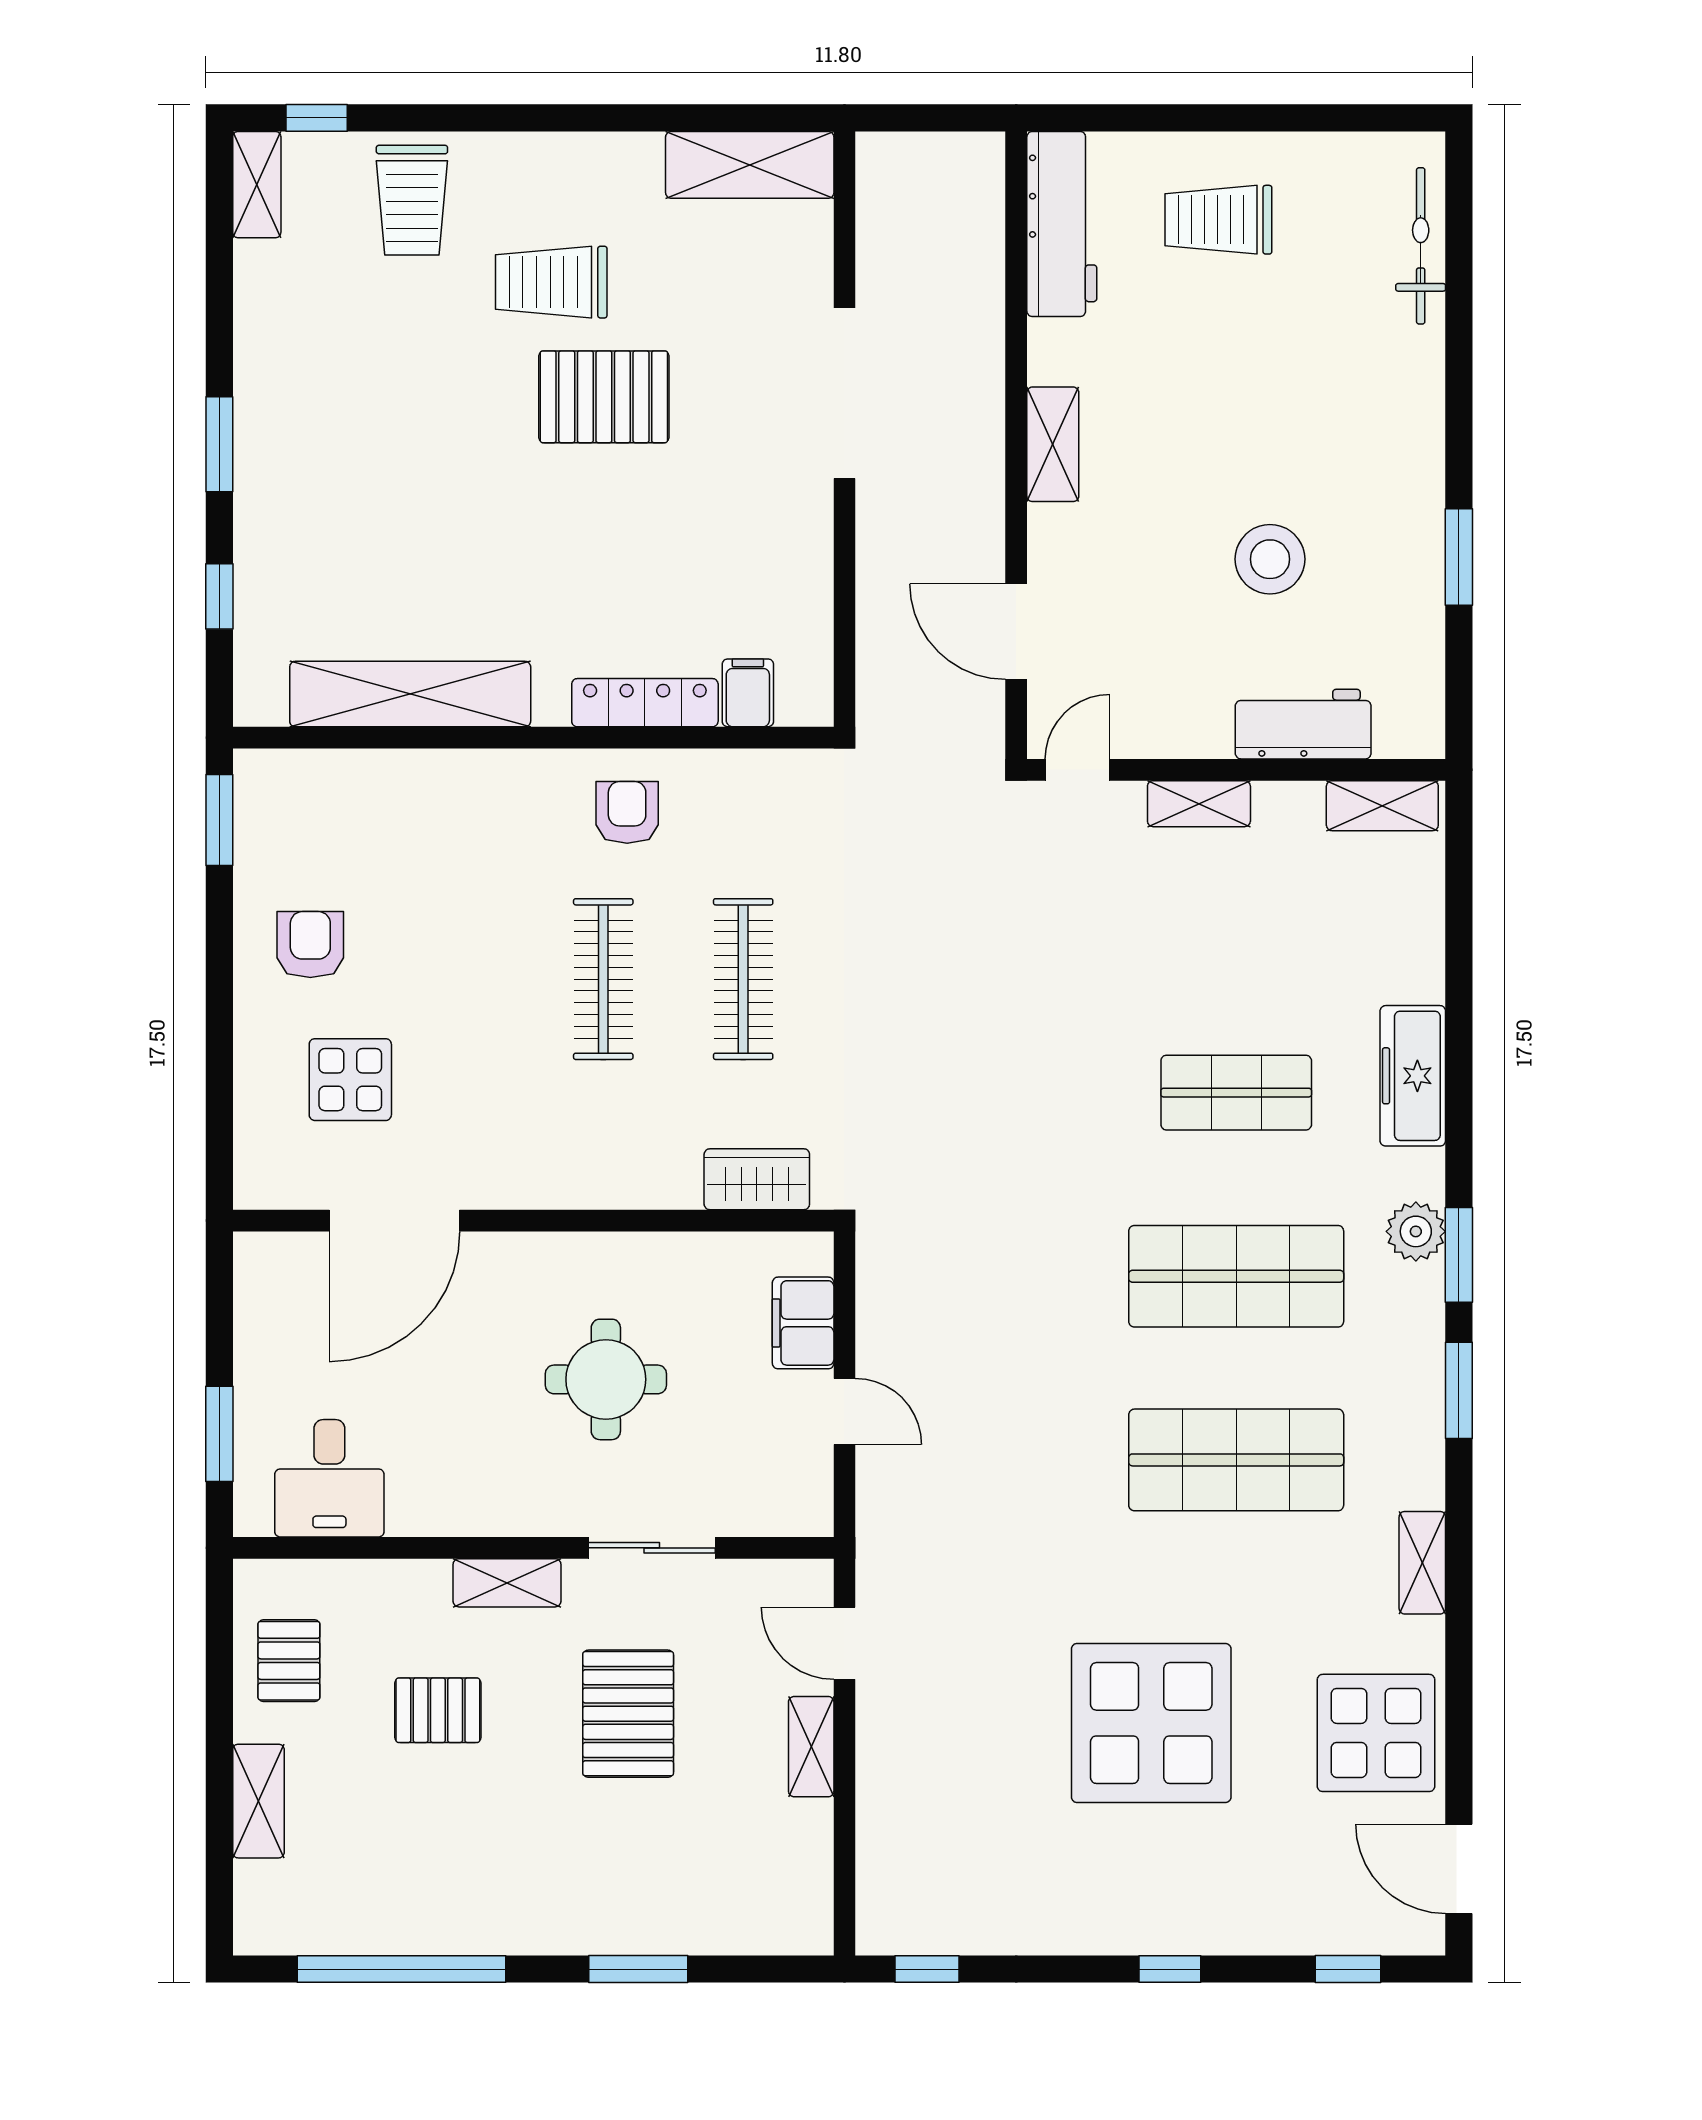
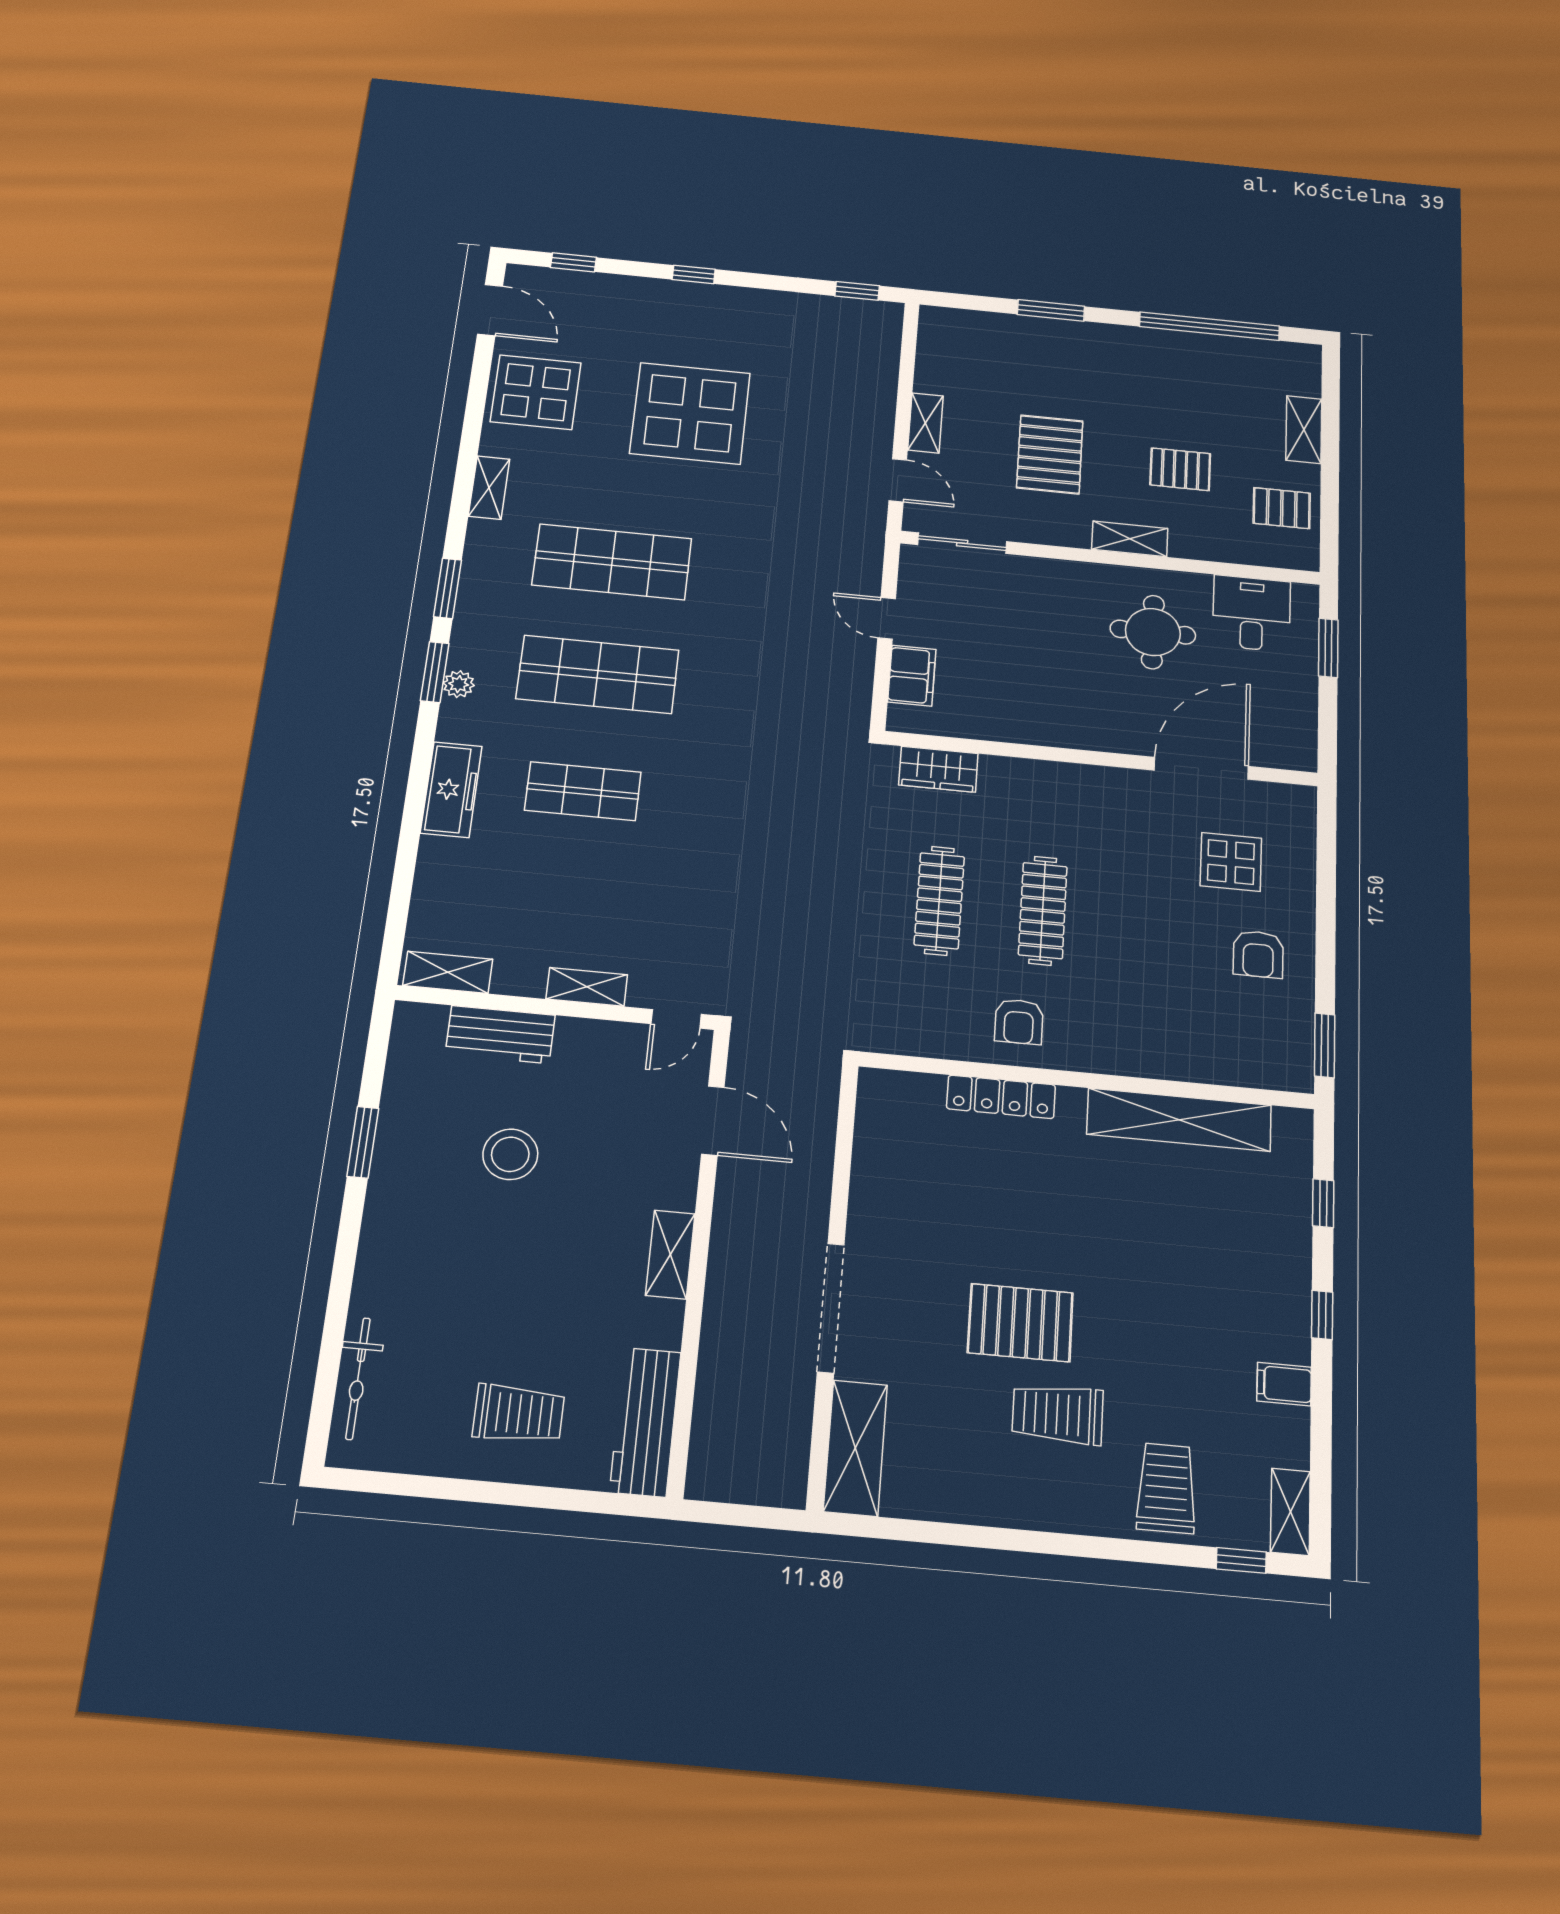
shelving: (750, 165) -> (855, 1448), moved, turned 90
trolley: (551, 282) -> (1058, 1414), turned 180
window: (219, 444) -> (1322, 1315), width x0.67
filing cabinet: (748, 693) -> (1284, 1384), moved, turned 90
plant: (1416, 1231) -> (459, 684), width x0.73, depth x0.73
round table: (606, 1379) -> (1153, 632), moved
sliding door: (652, 1548) -> (962, 543), moved
pallet: (289, 1661) -> (1282, 508), turned 90

